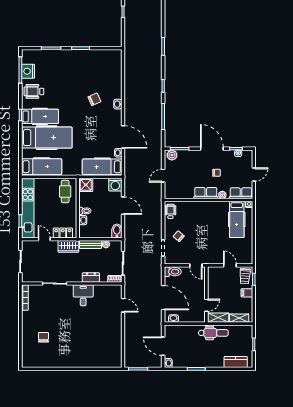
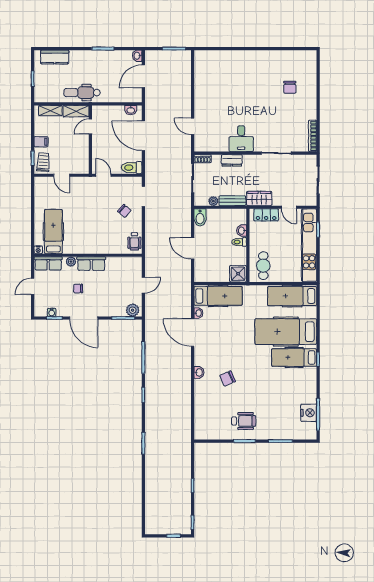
wheelchair: (34, 91) -> (244, 421), moved
washing machine: (115, 185) -> (202, 274), removed
door: (163, 346) -> (143, 76), swing flipped

